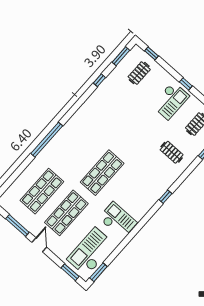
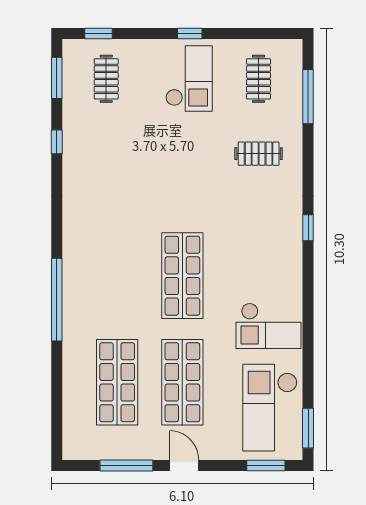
checkout: (118, 220) -> (268, 326), turned 180

